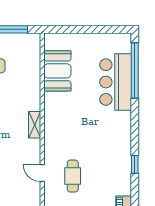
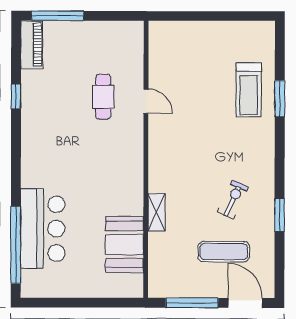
shelving: (35, 125) -> (156, 212), moved
window: (135, 164) -> (16, 96), moved

